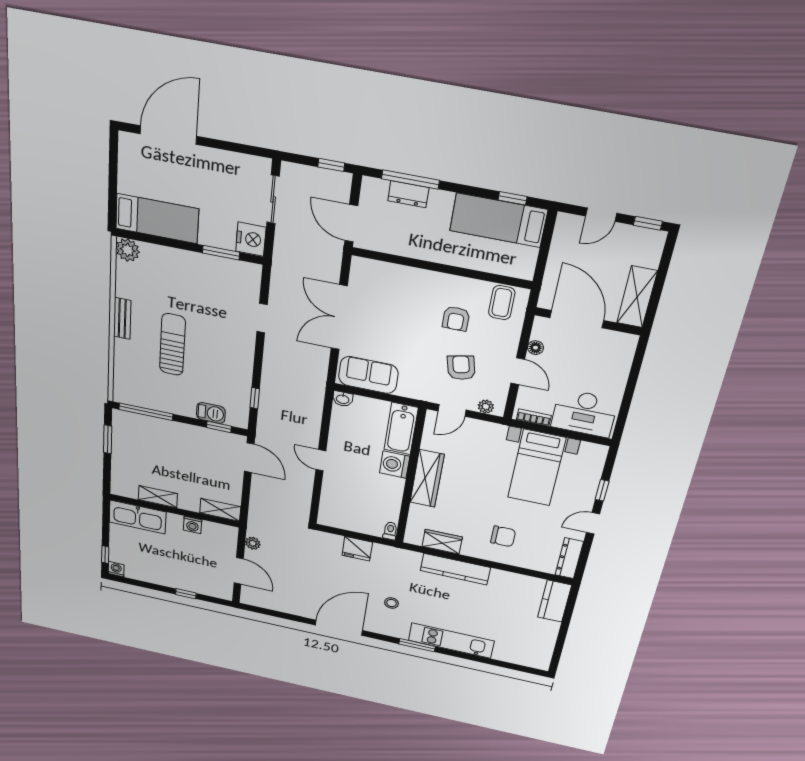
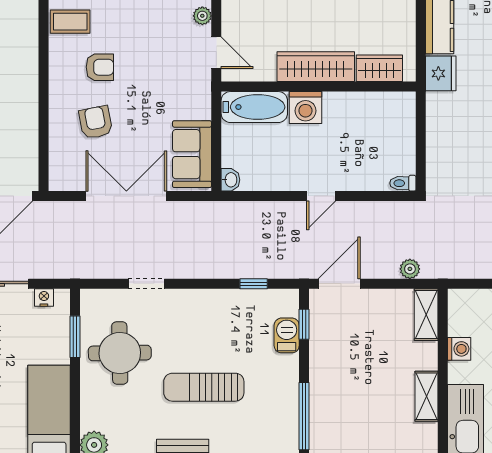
nightstand: (251, 239) -> (44, 297), width x0.53, depth x0.56
round table: (205, 286) -> (120, 353), added
double door: (339, 317) -> (126, 196), swing flipped
armchair: (461, 368) -> (96, 122), moved, turned 92
toilet: (390, 531) -> (403, 183), moved
wardrobe: (442, 542) -> (379, 68), moved, turned 90
plant: (253, 543) -> (410, 269), moved
fridge: (357, 549) -> (441, 73), moved

